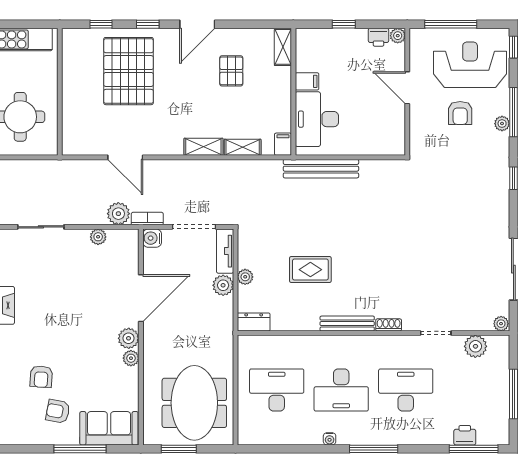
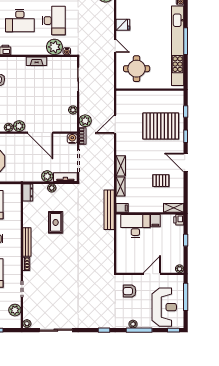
printer: (378, 37) -> (179, 220), moved
armchair: (460, 113) -> (130, 291), moved
bench: (321, 169) -> (109, 210), moved

